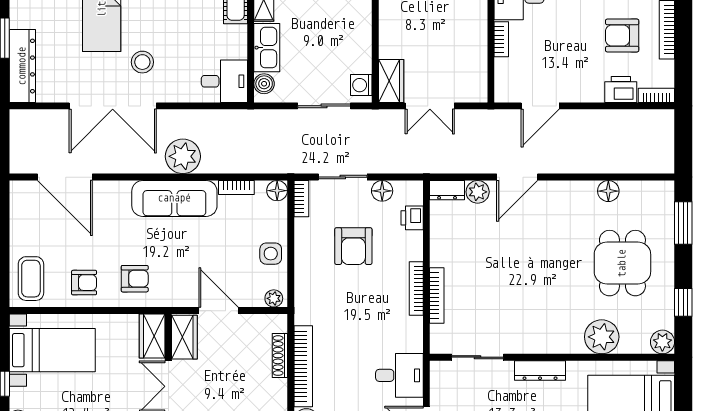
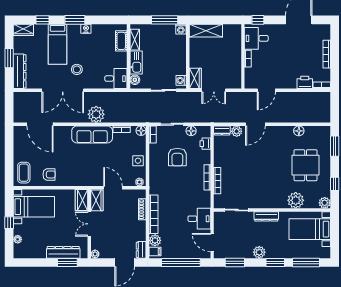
armchair: (622, 35) -> (305, 57), removed
armchair: (135, 279) -> (73, 173), removed

